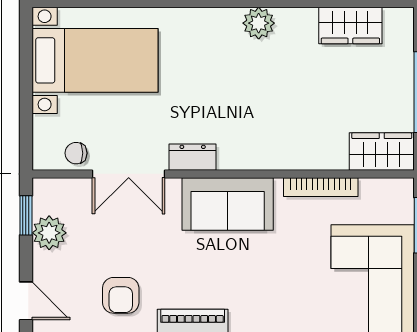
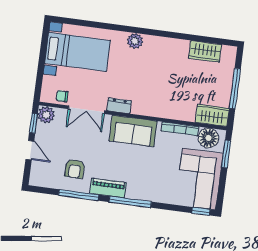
plant: (259, 23) -> (135, 41), moved
floor lamp: (380, 198) -> (208, 138), added
plant: (49, 233) -> (46, 115), moved
door: (26, 301) -> (30, 150), moved

